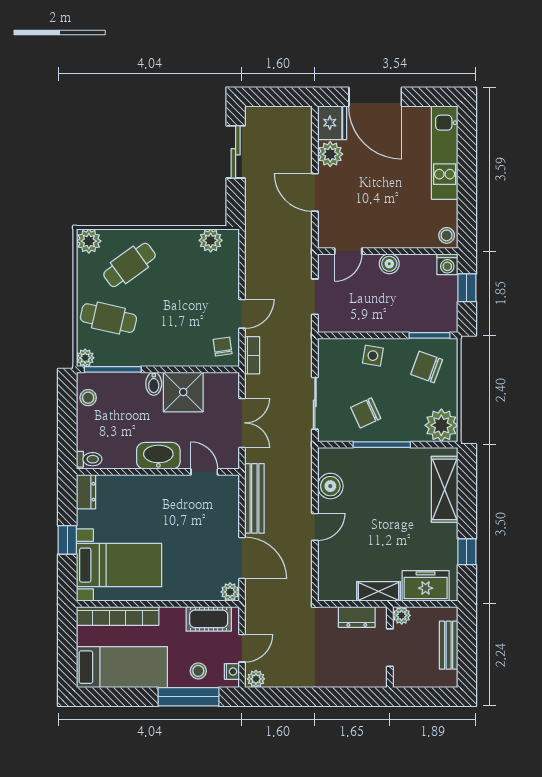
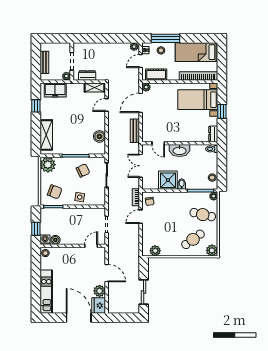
boiler: (389, 264) -> (55, 240), moved
bench: (254, 498) -> (135, 131), width x0.73
door: (315, 527) -> (107, 105), moved
door: (242, 558) -> (141, 103), hinge flipped
shelving: (379, 591) -> (94, 87), moved

